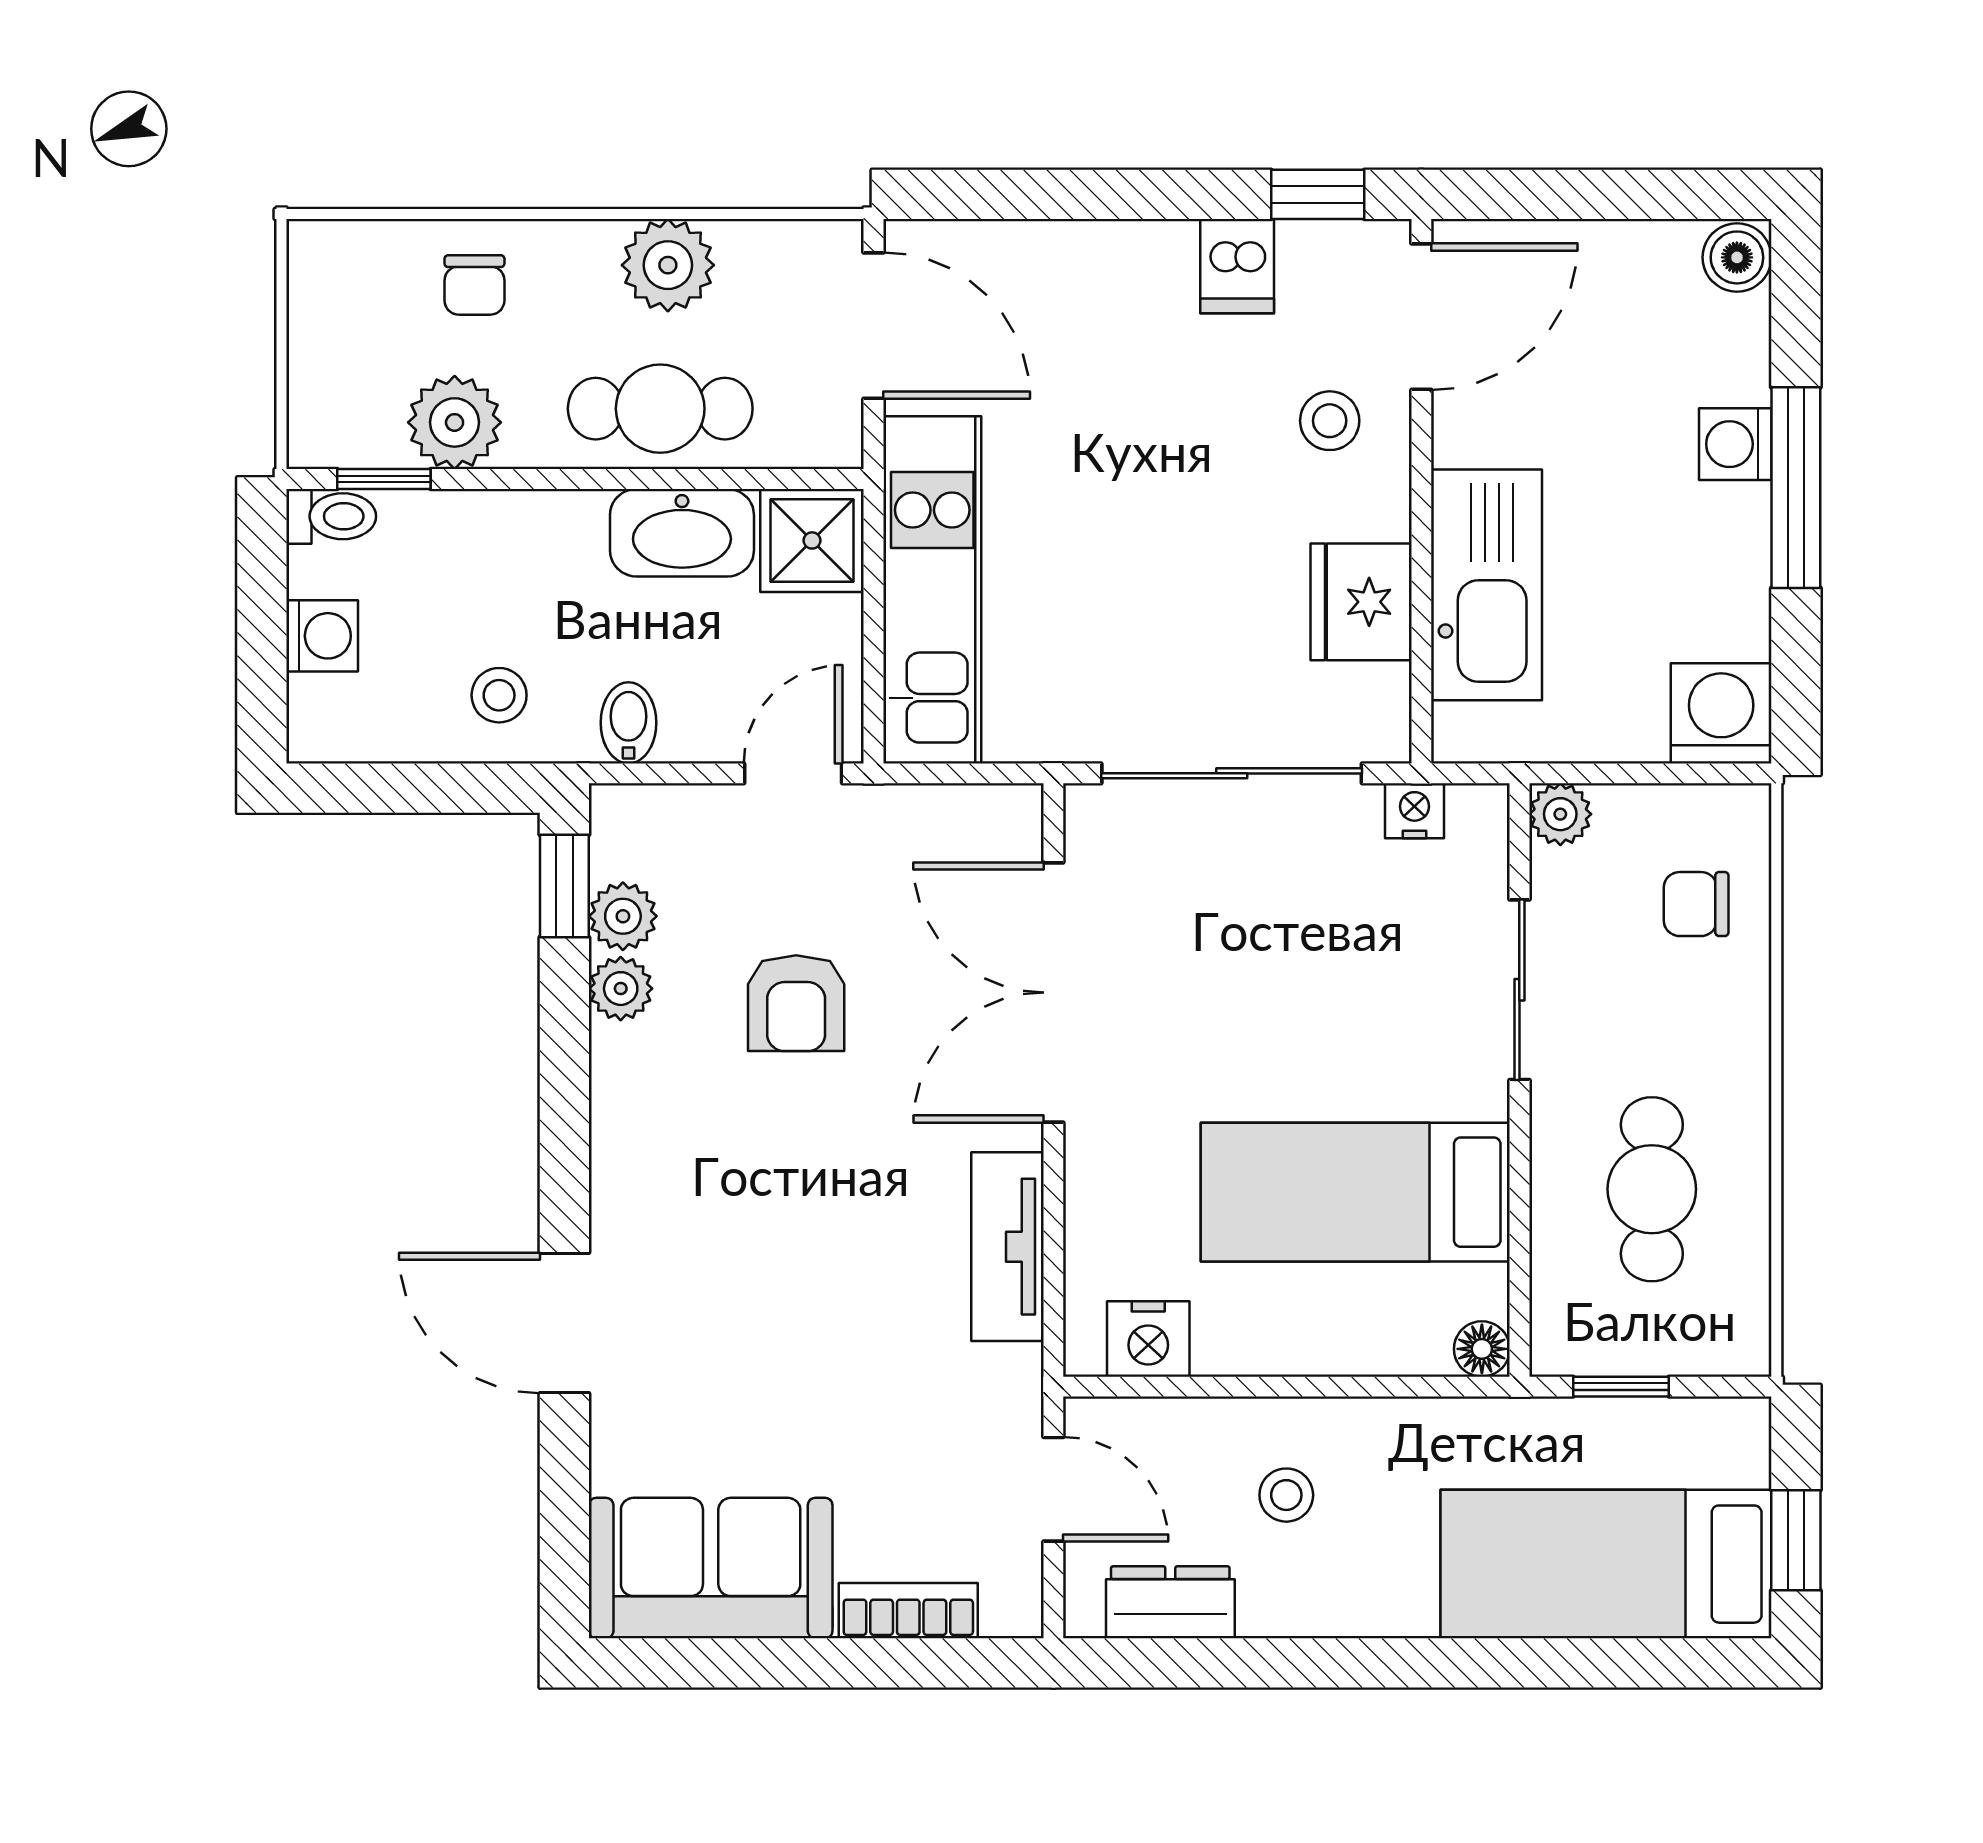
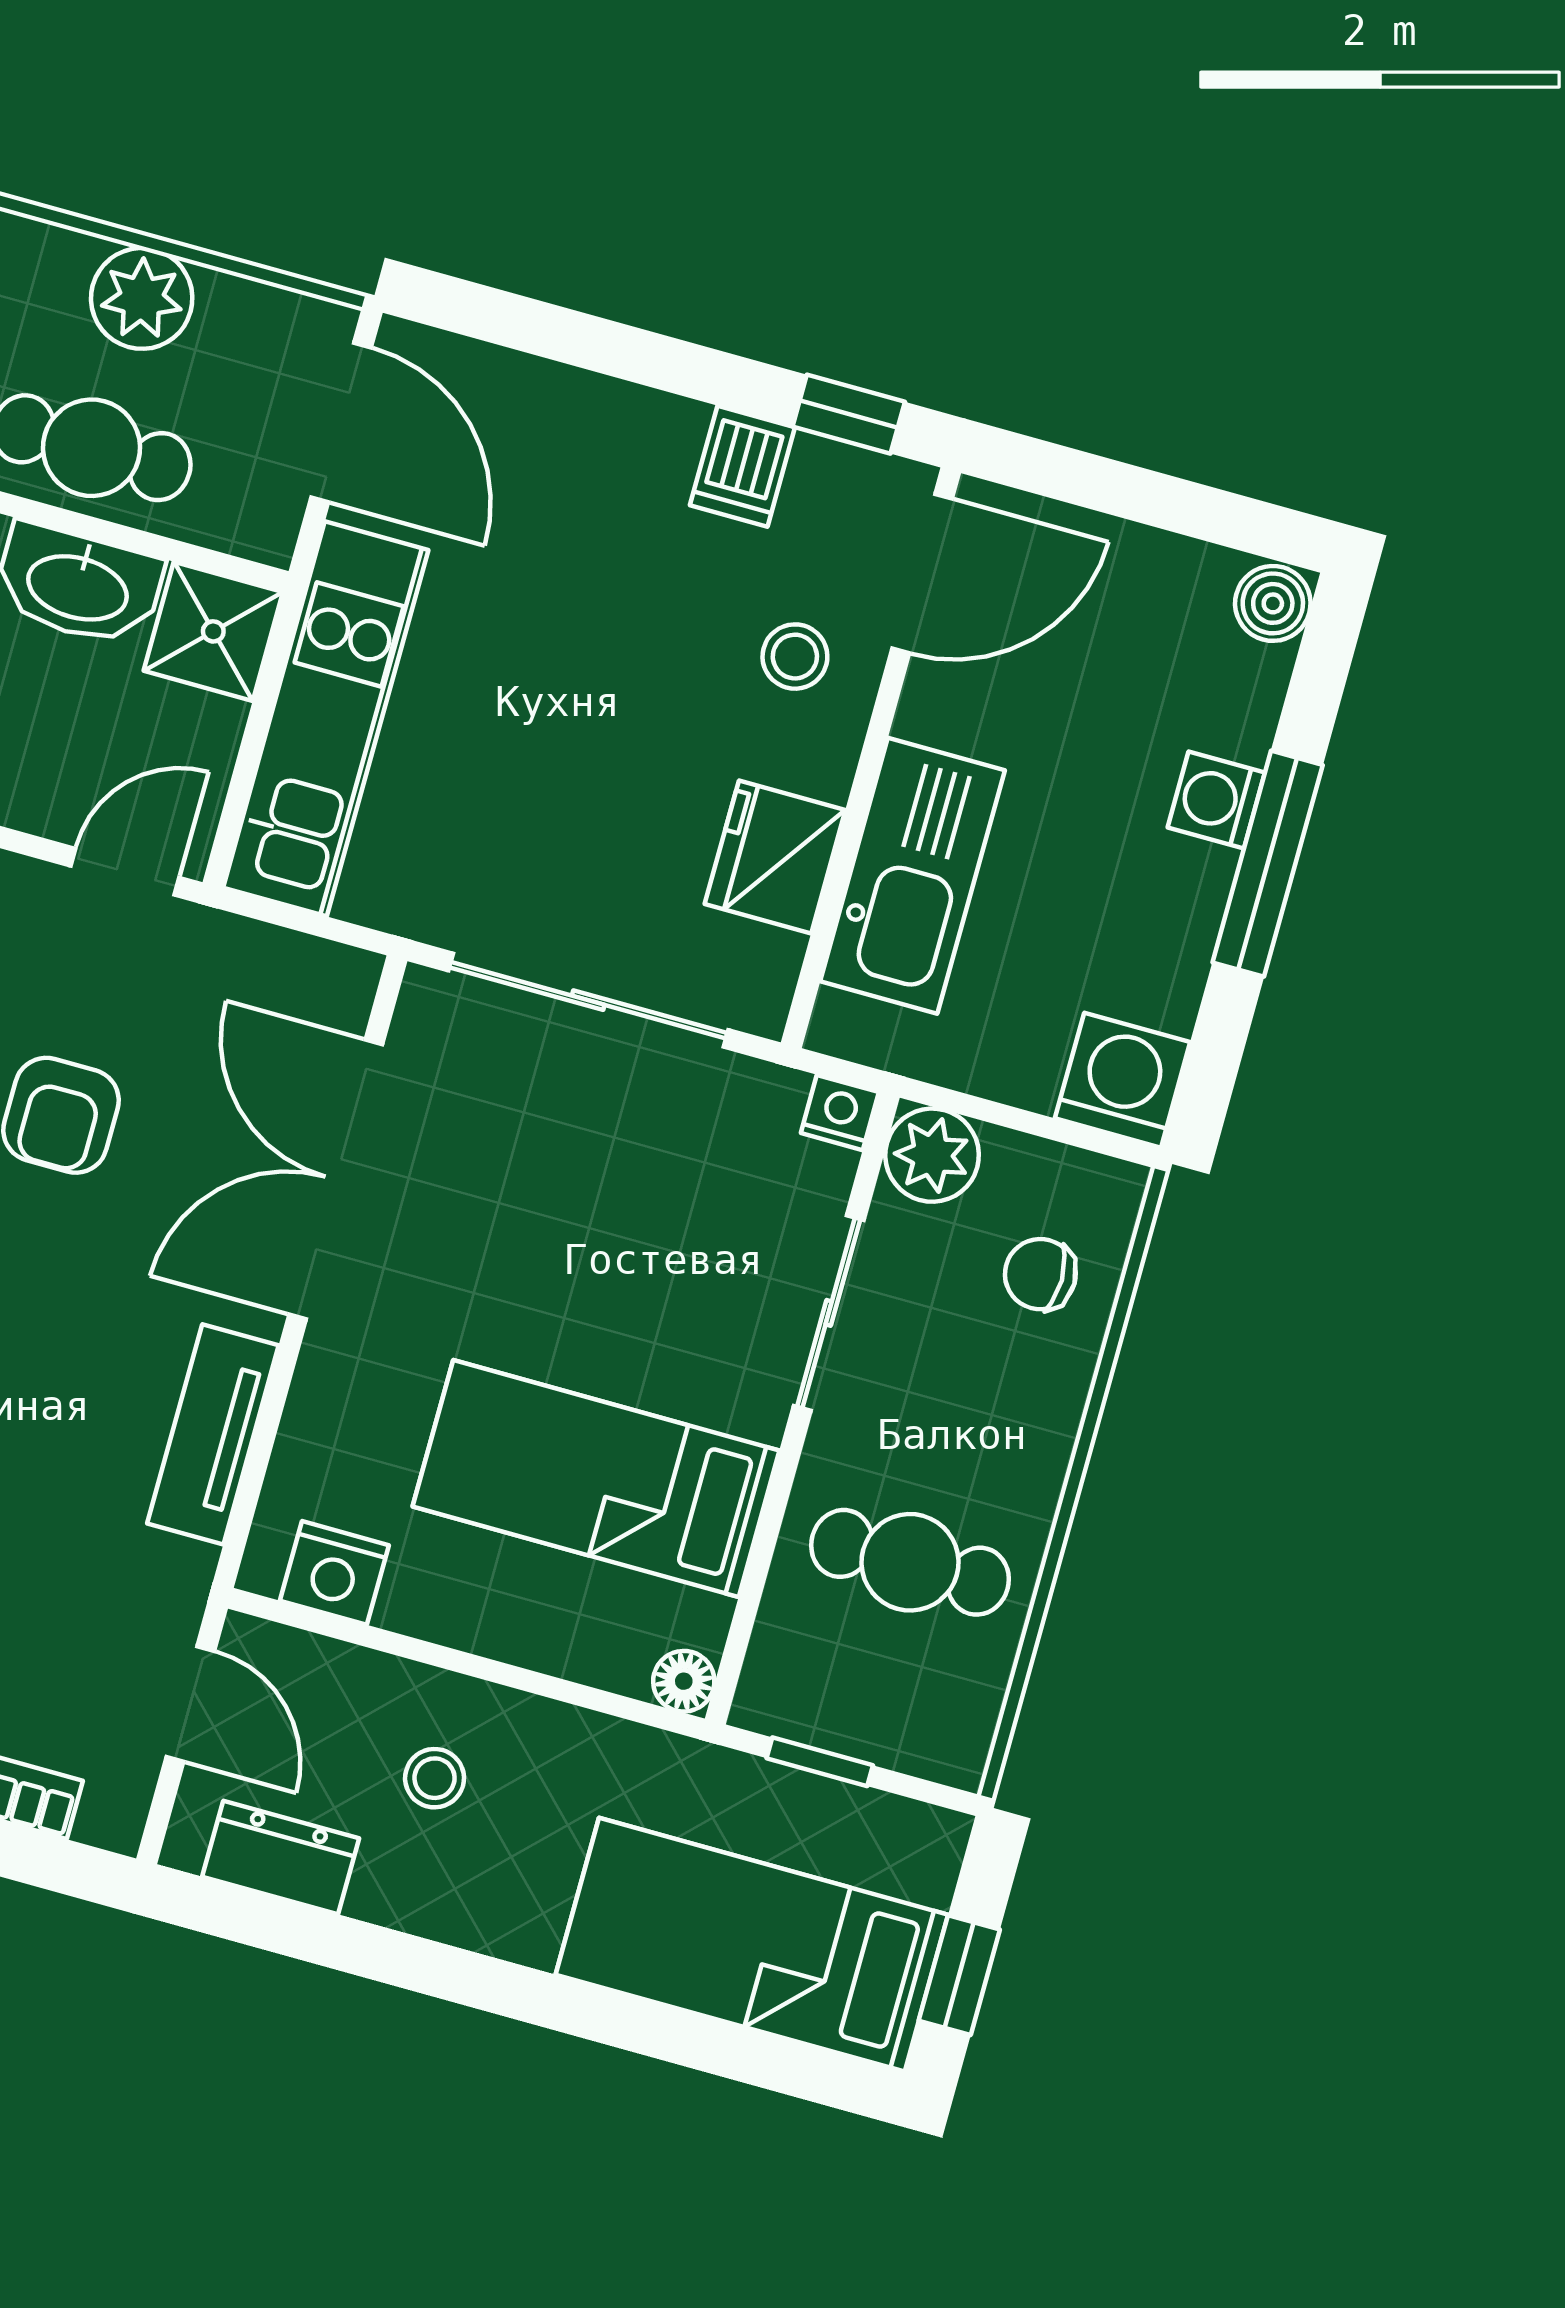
nightstand: (1414, 811) -> (840, 1113), moved
plant: (1560, 814) -> (932, 1155), width x1.38, depth x1.38
cafe table: (1652, 1189) -> (910, 1562), turned 90

